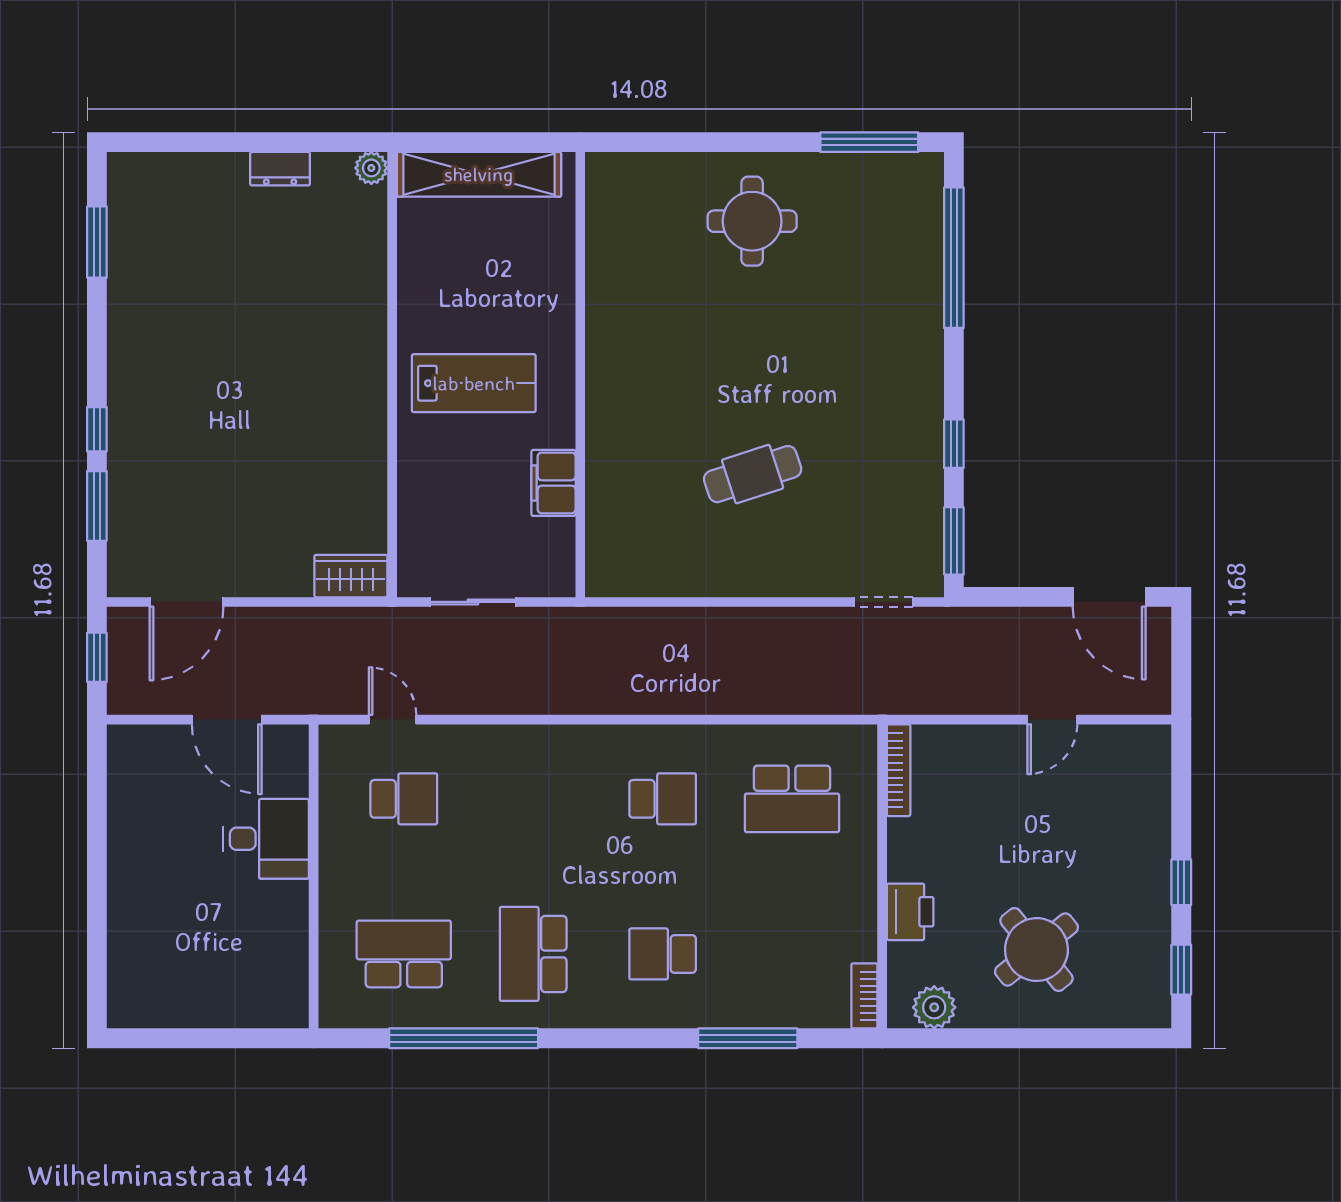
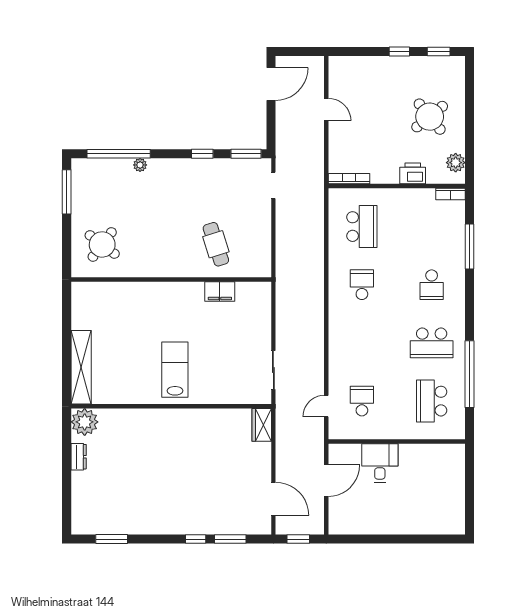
plant: (371, 168) -> (85, 422), width x1.88, depth x1.88
round table: (752, 221) -> (102, 244), turned 37
plant: (929, 305) -> (140, 165), added
wall: (580, 375) -> (171, 279), moved
filing cabinet: (553, 483) -> (220, 291), moved

